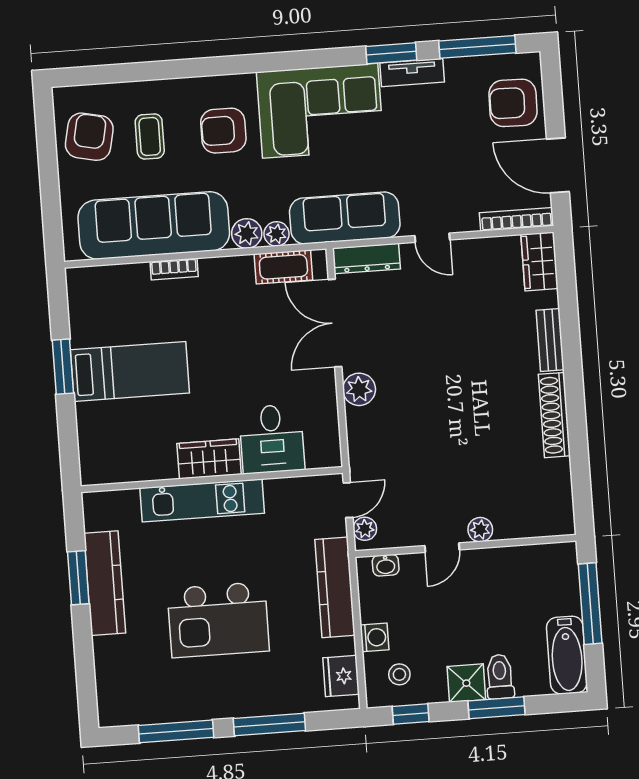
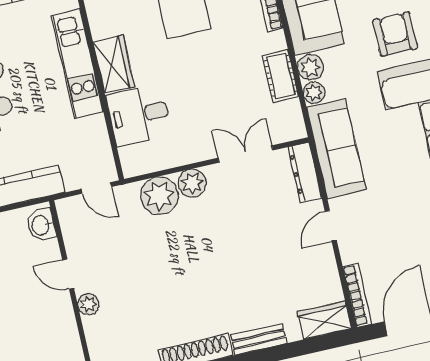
cot: (283, 267) -> (281, 76), moved
double door: (335, 323) -> (246, 154), width x0.73
plant: (365, 529) -> (159, 196), moved, width x1.88, depth x1.88
washbasin: (386, 565) -> (41, 225), width x1.38, depth x1.45

